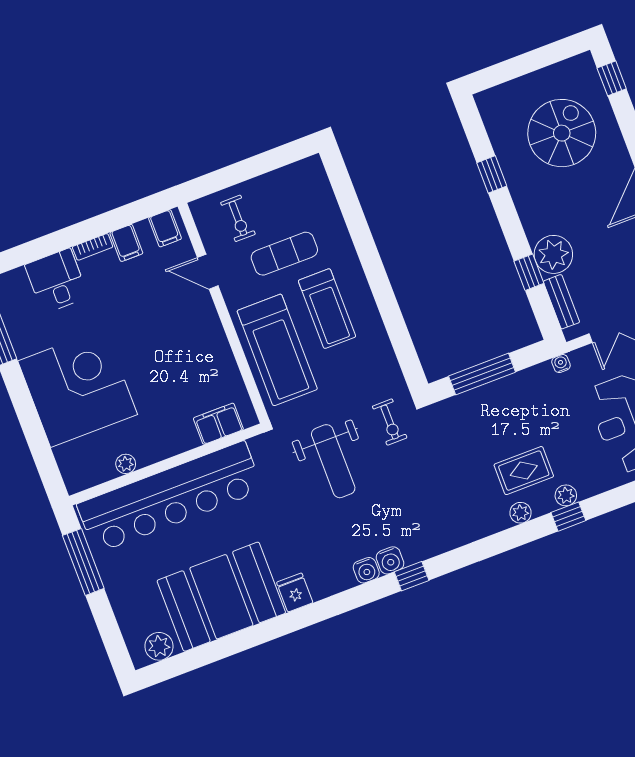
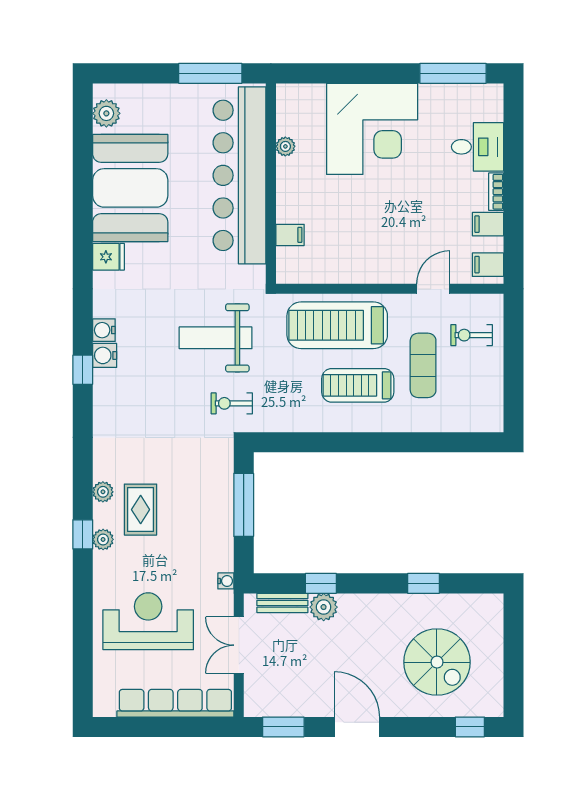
plant: (553, 254) -> (324, 607), width x0.73, depth x0.73
filing cabinet: (218, 424) -> (290, 235), width x0.50

